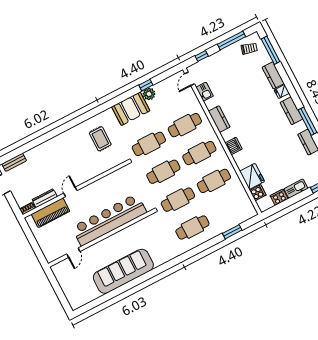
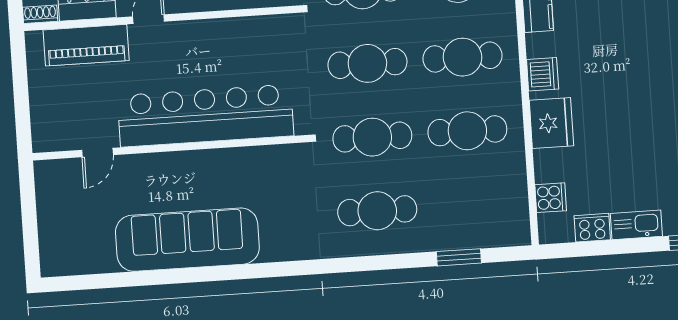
fridge: (252, 176) -> (551, 123), moved

